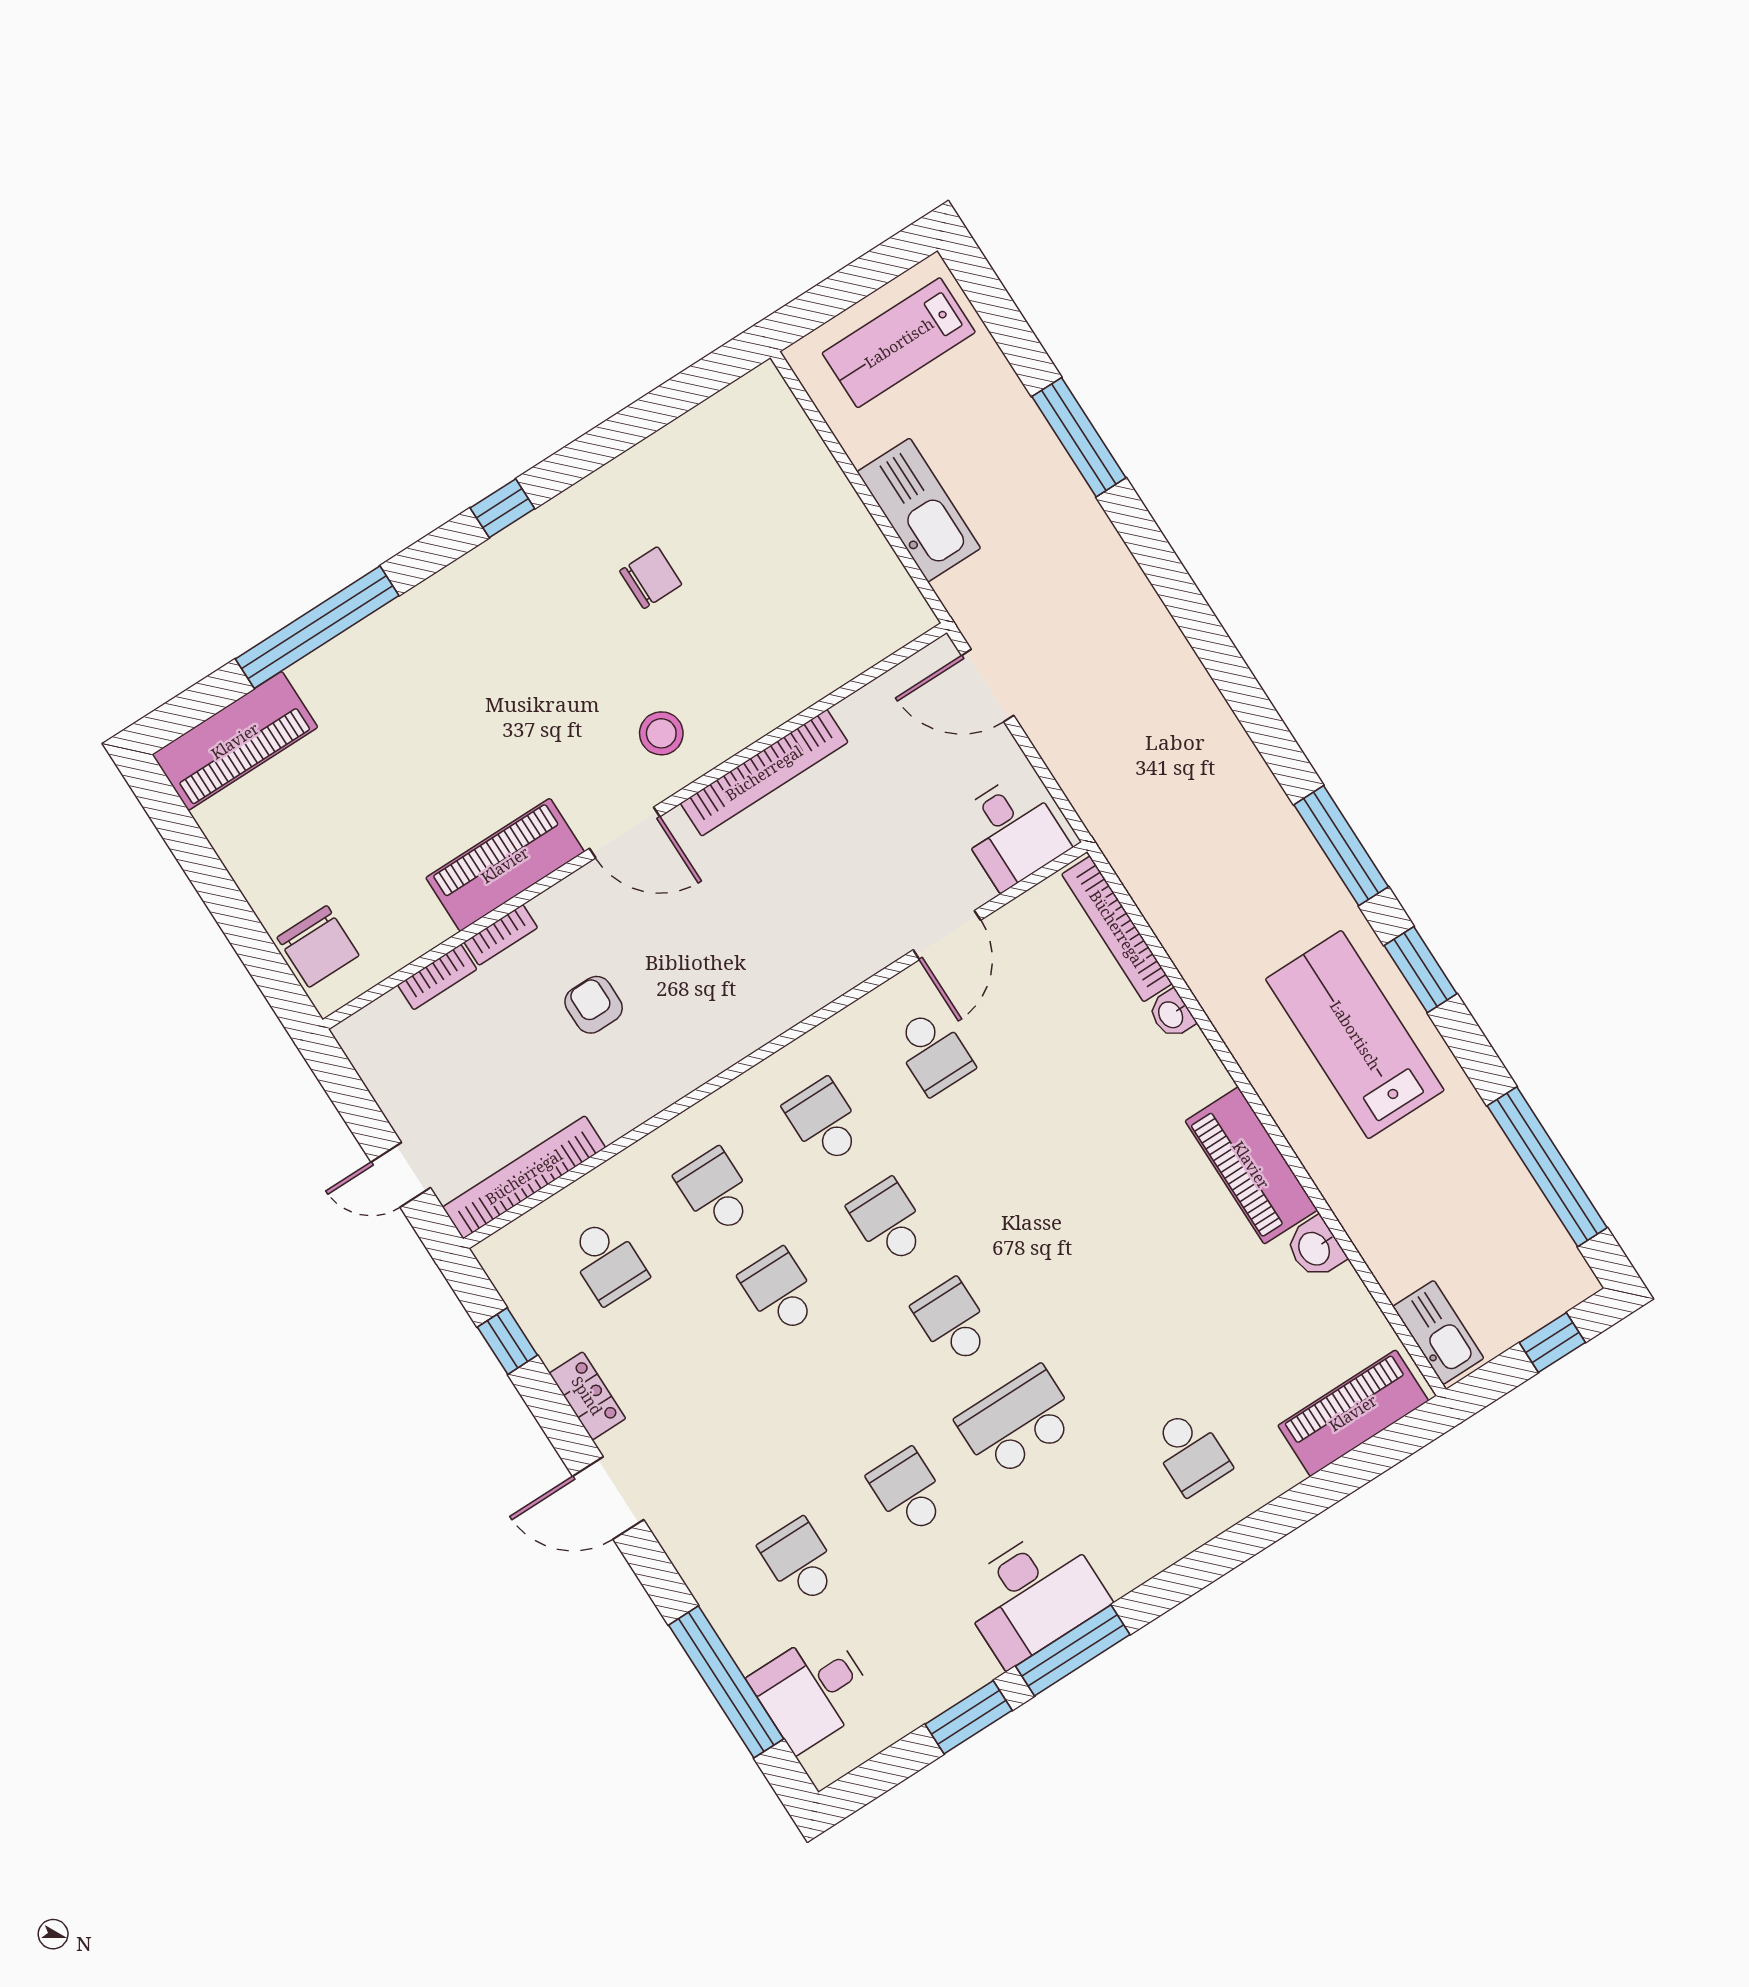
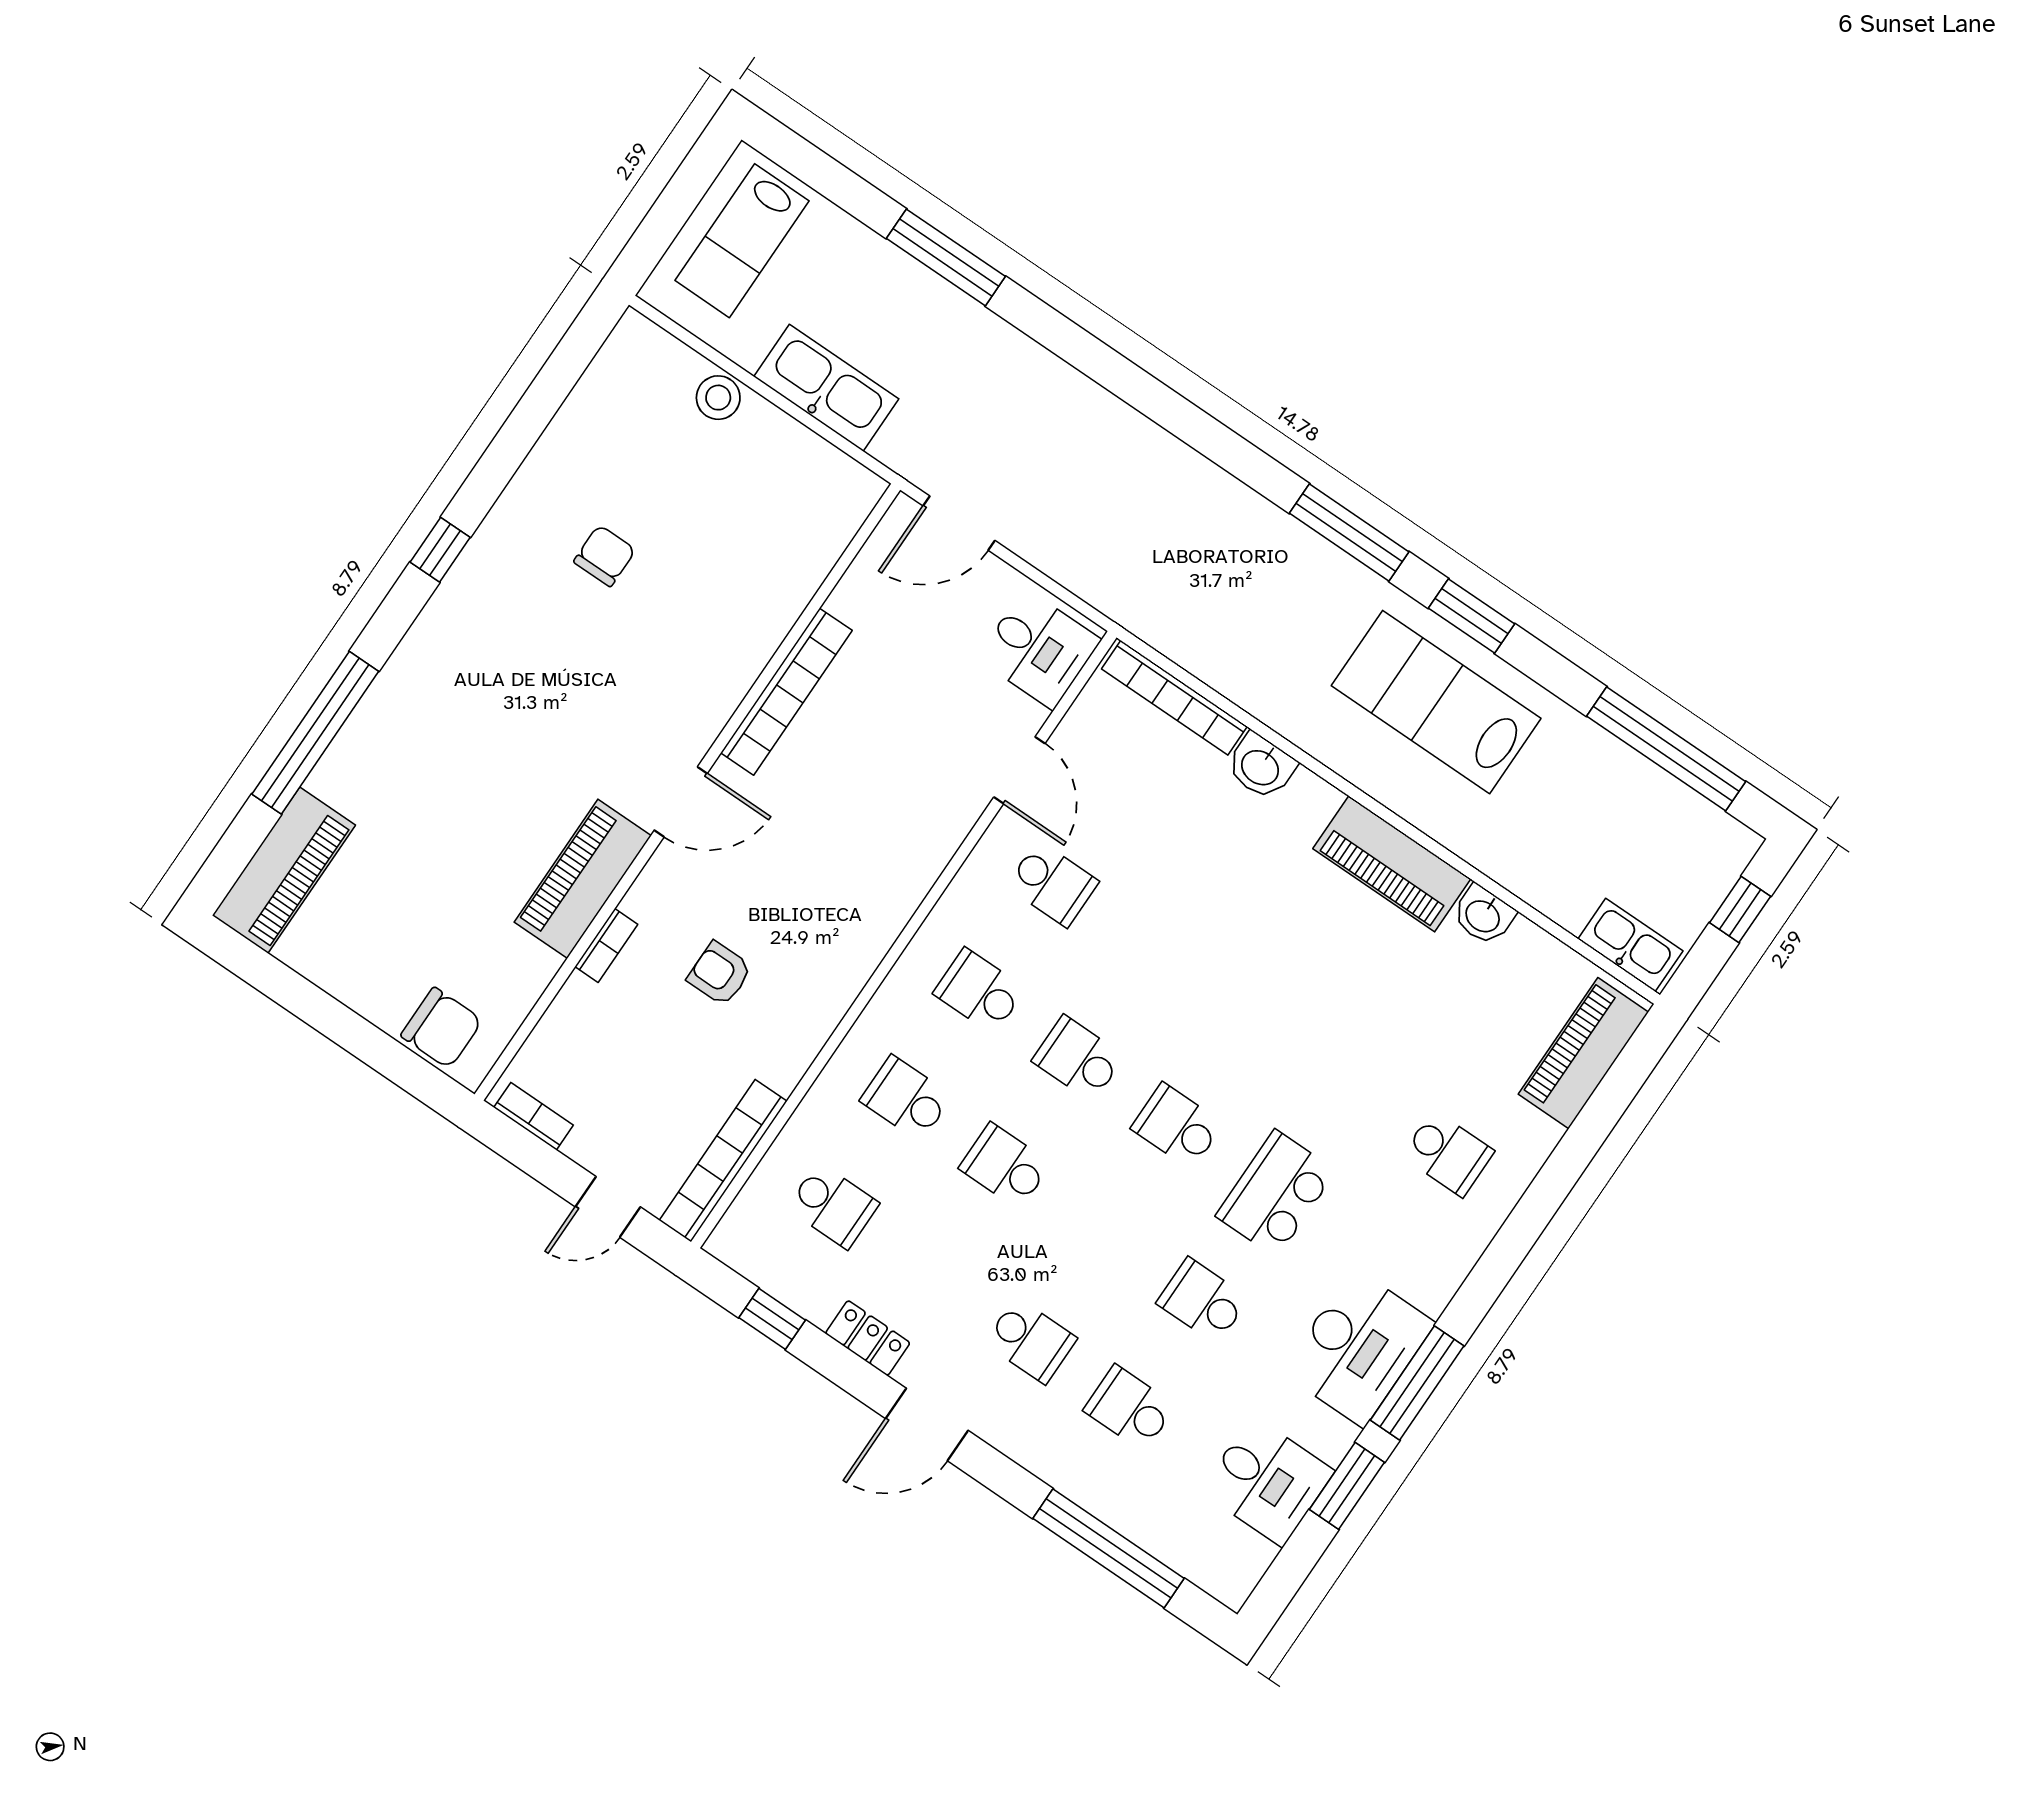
stool: (661, 733) -> (718, 398), moved
bookcase: (437, 977) -> (534, 1116), moved, turned -90
washbasin: (1171, 1014) -> (1261, 766), width x1.38, depth x1.45
school desk: (736, 1461) -> (1031, 1341), added
desk: (813, 1690) -> (1267, 1481), moved, turned -90

